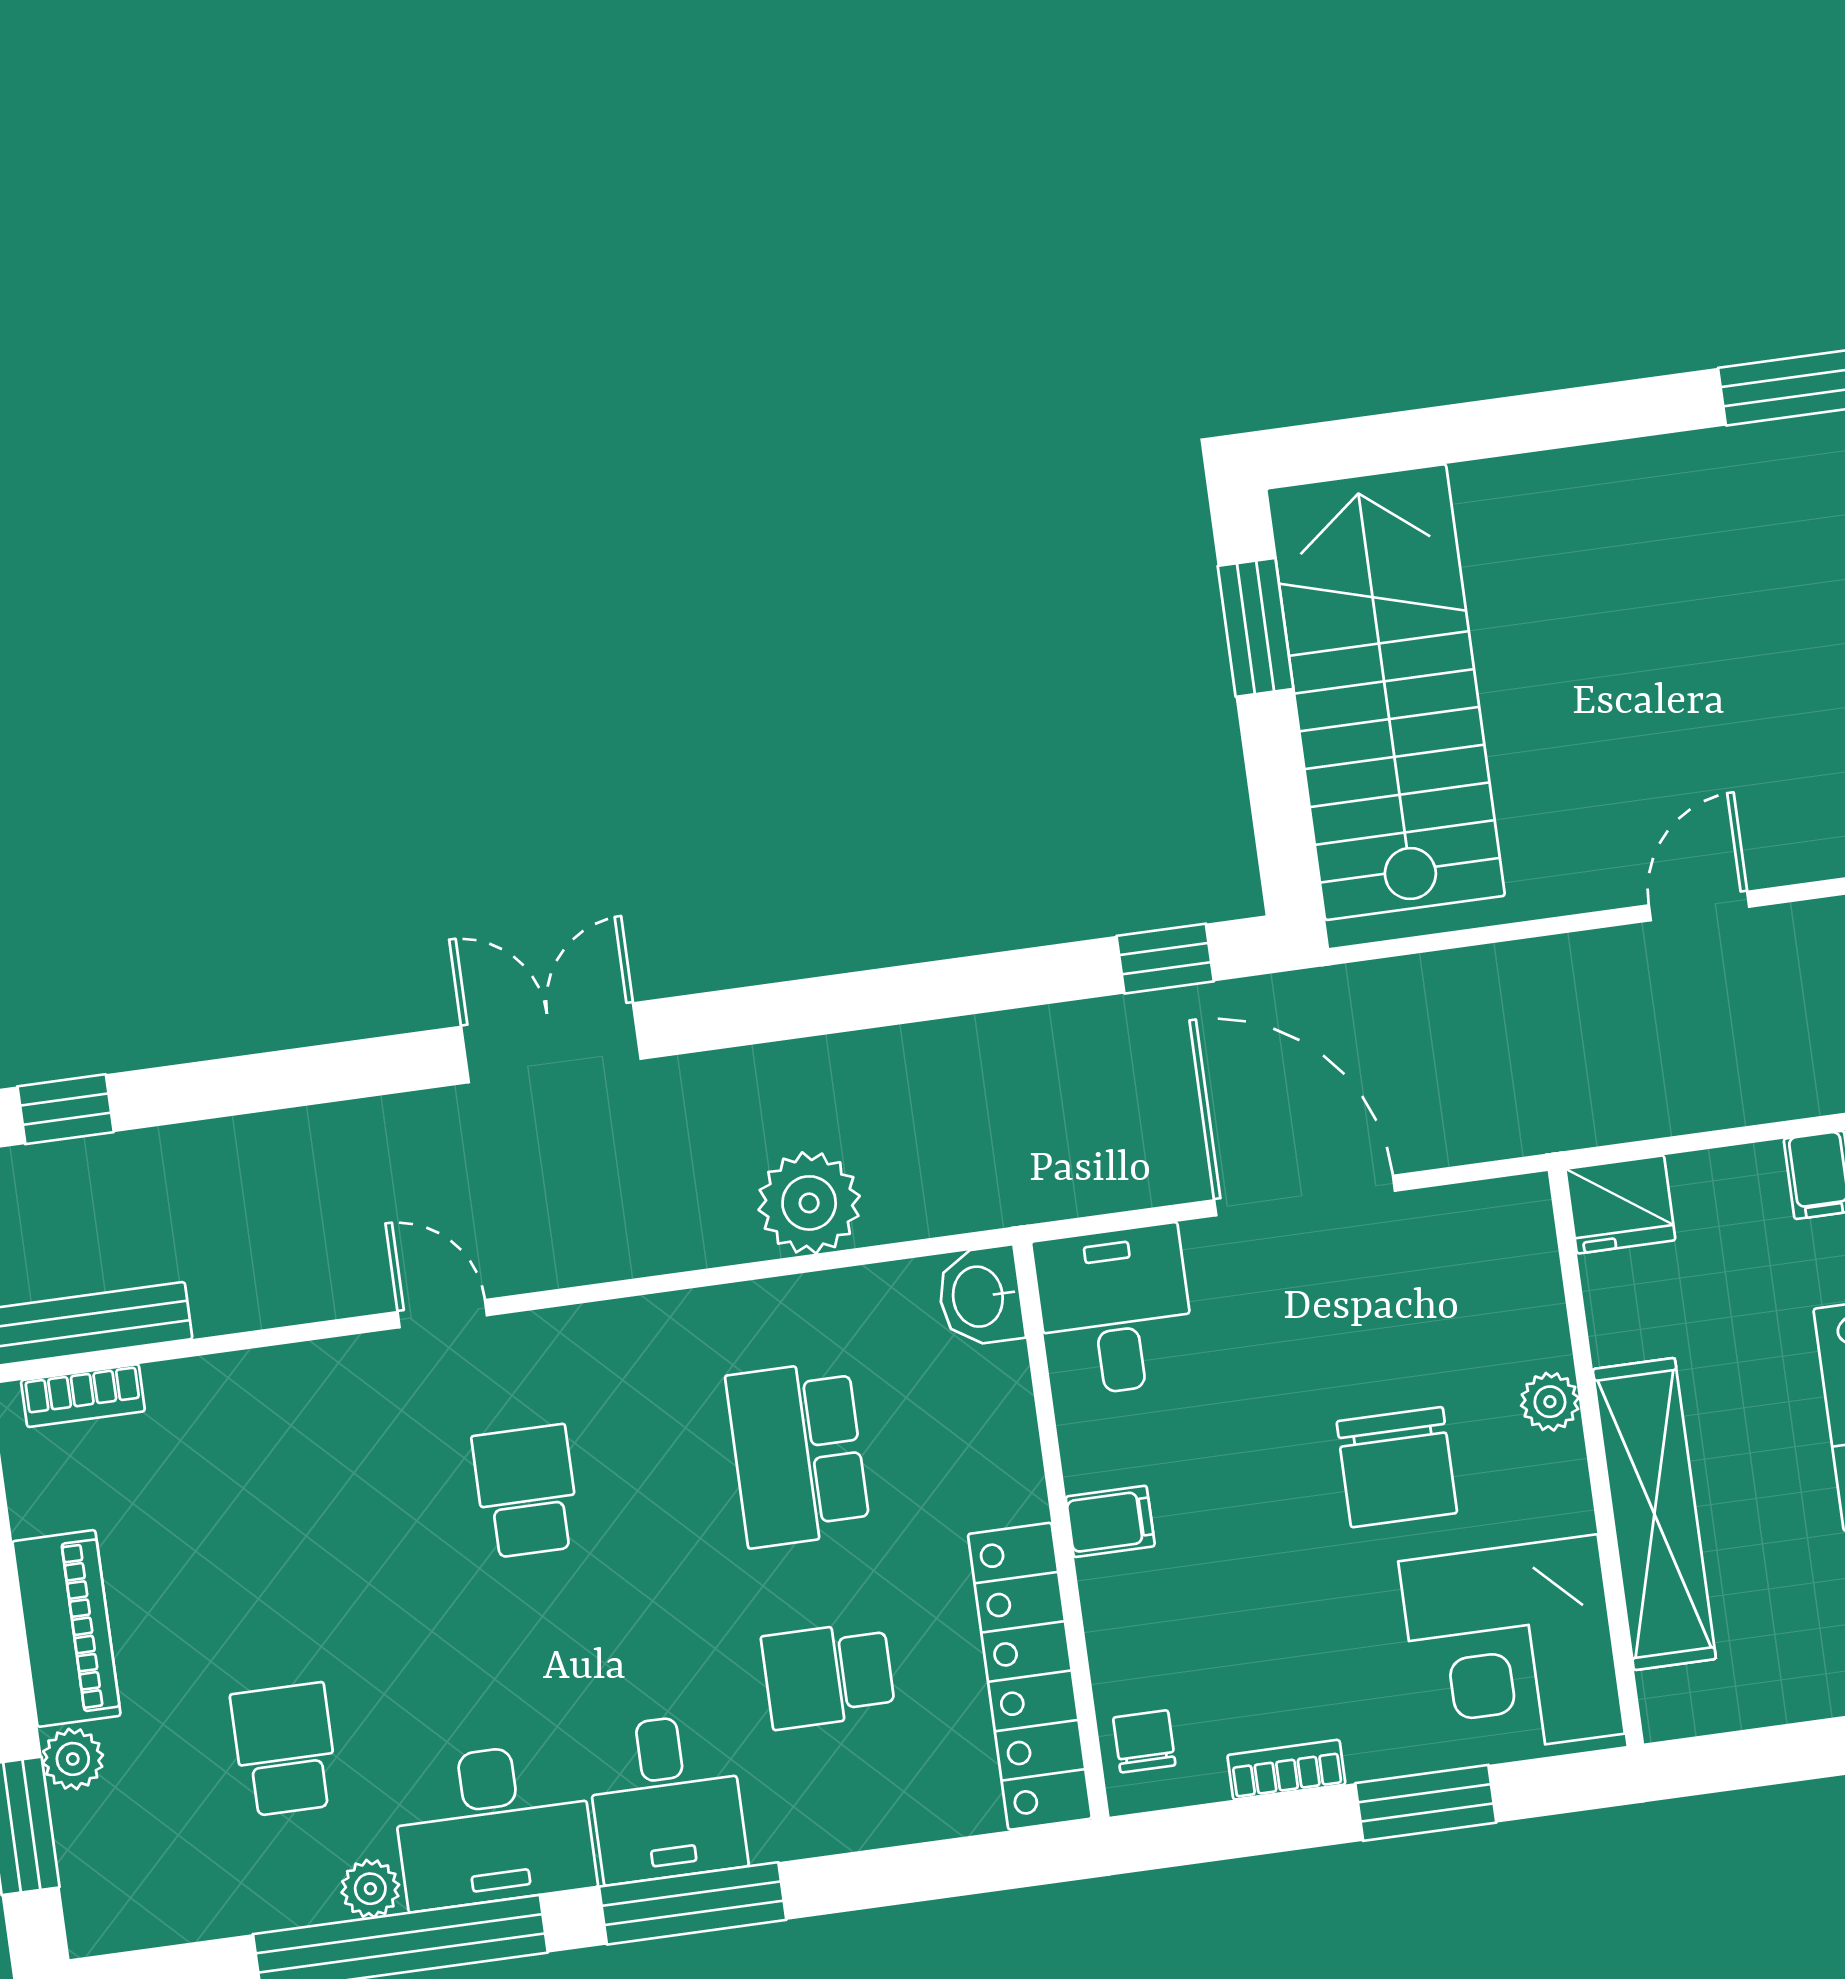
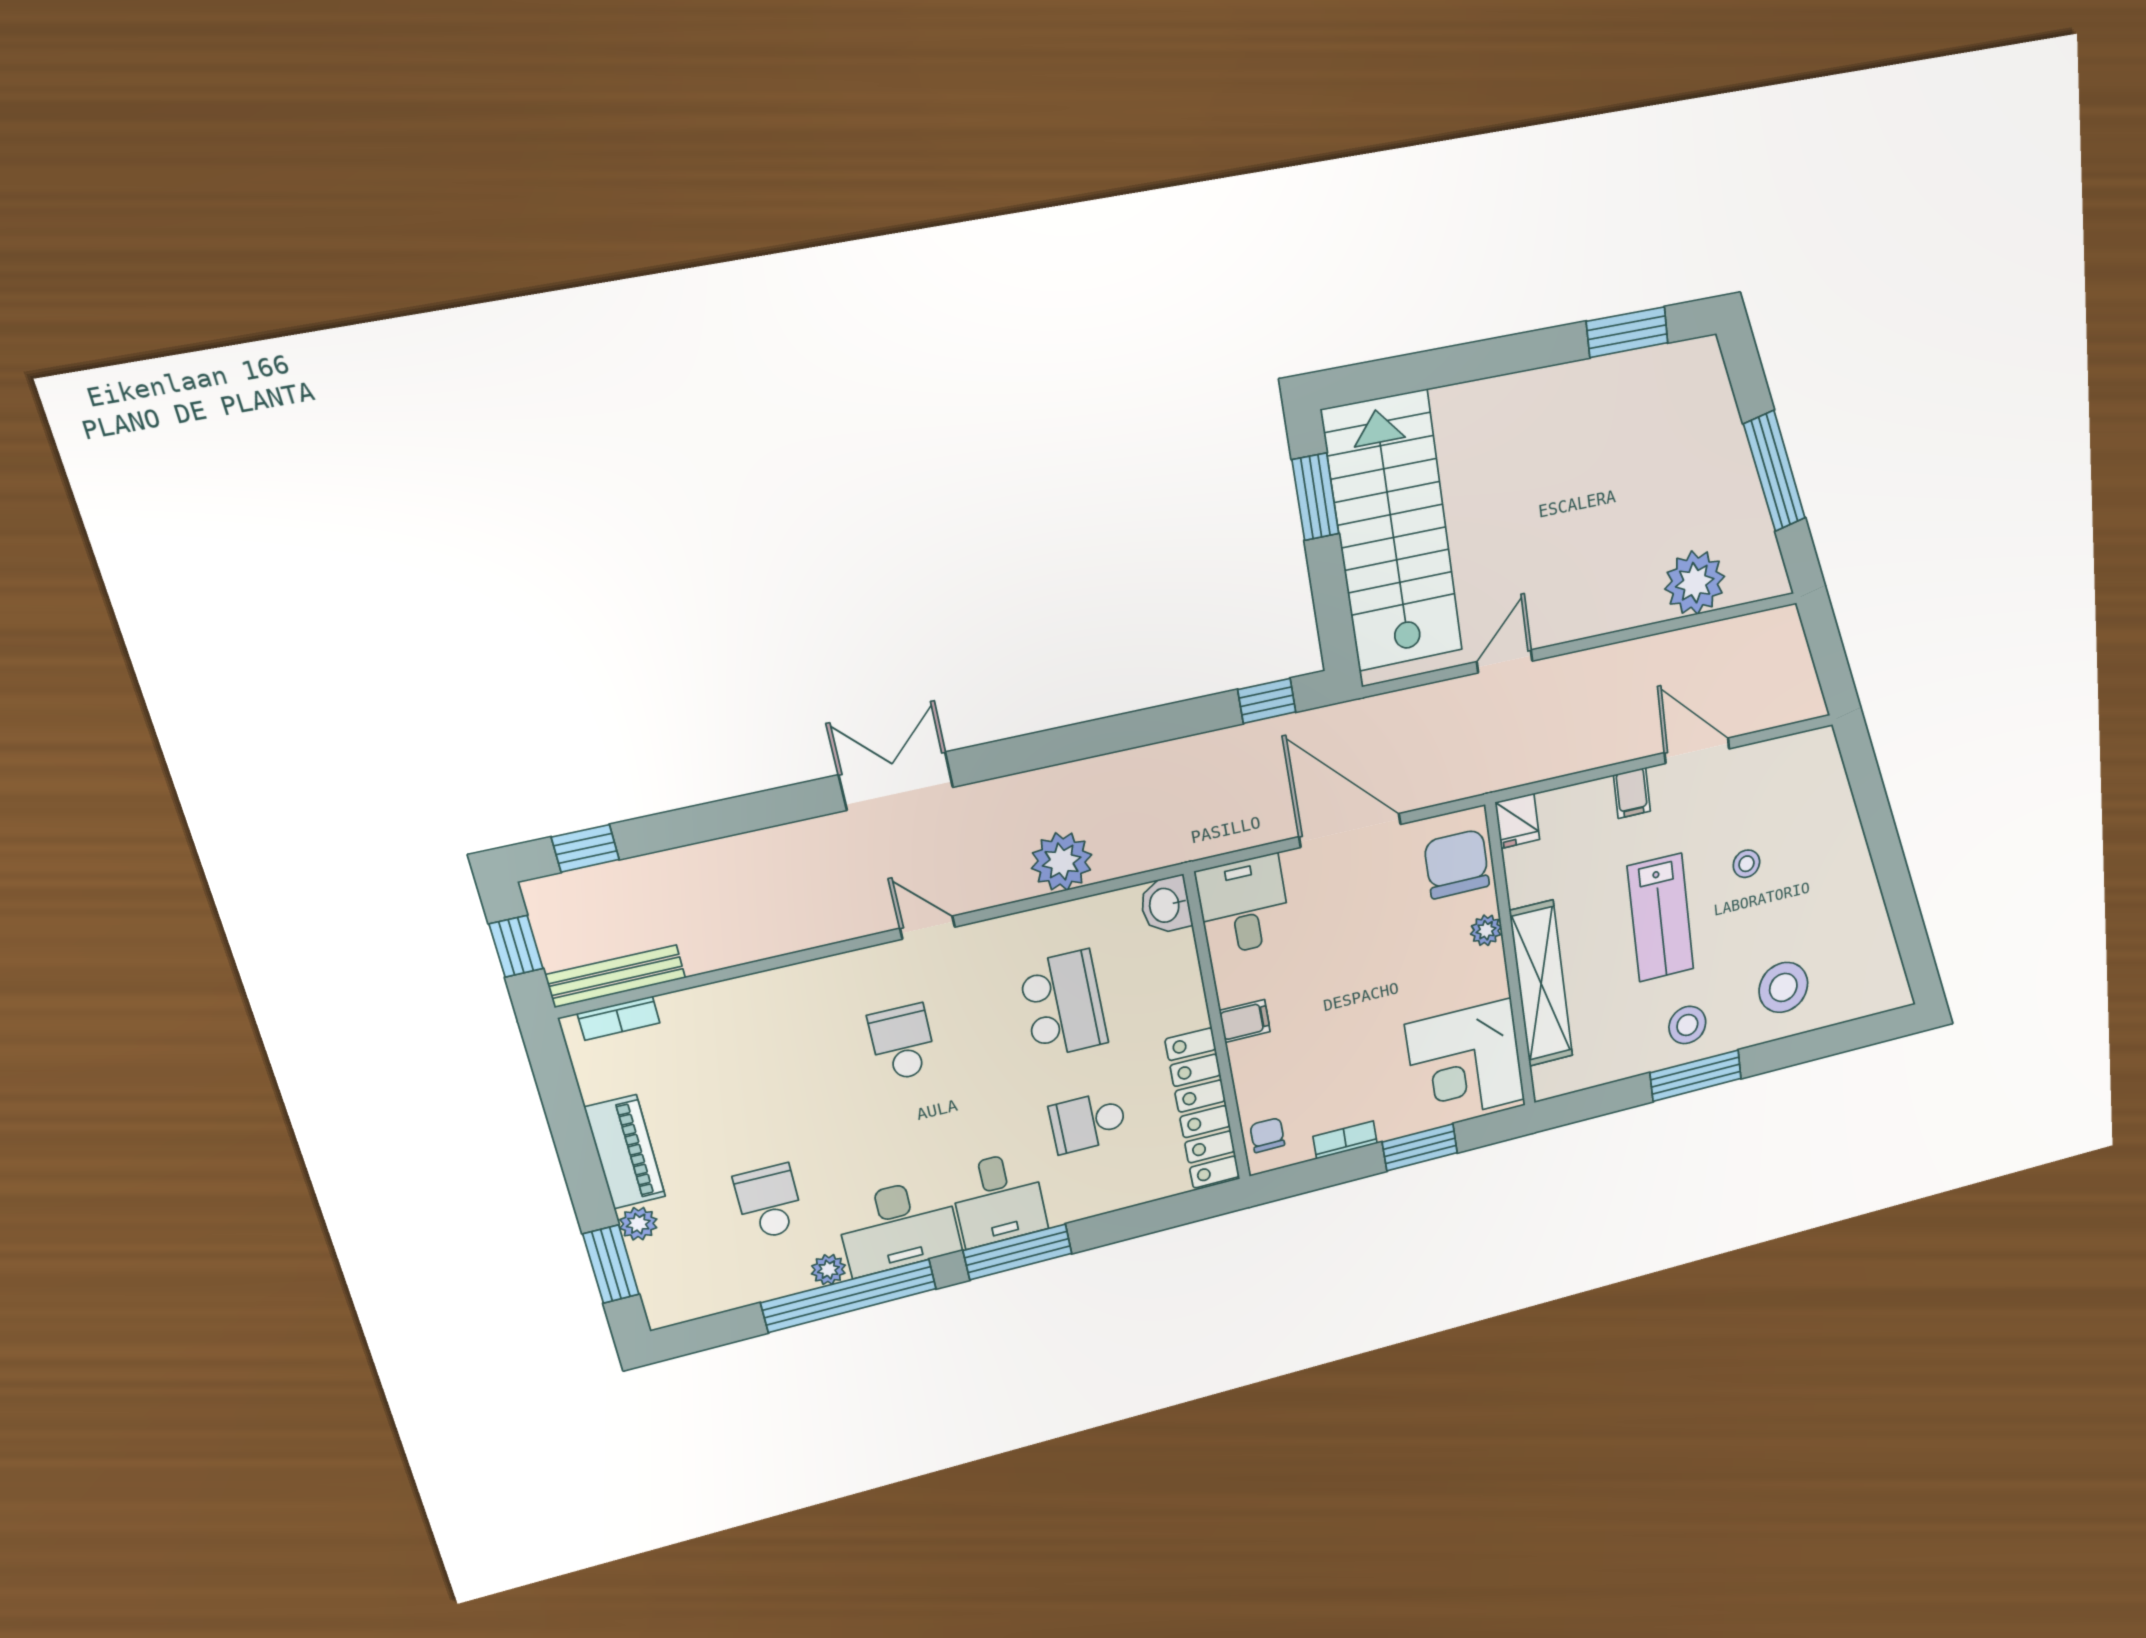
door: (1699, 906) -> (1505, 661), moved
fridge: (1620, 1204) -> (1517, 821), width x0.72
door: (442, 1314) -> (927, 928), moved
school desk: (798, 1454) -> (1063, 1004), turned 180
chair: (1397, 1467) -> (1457, 864), moved, turned 180

